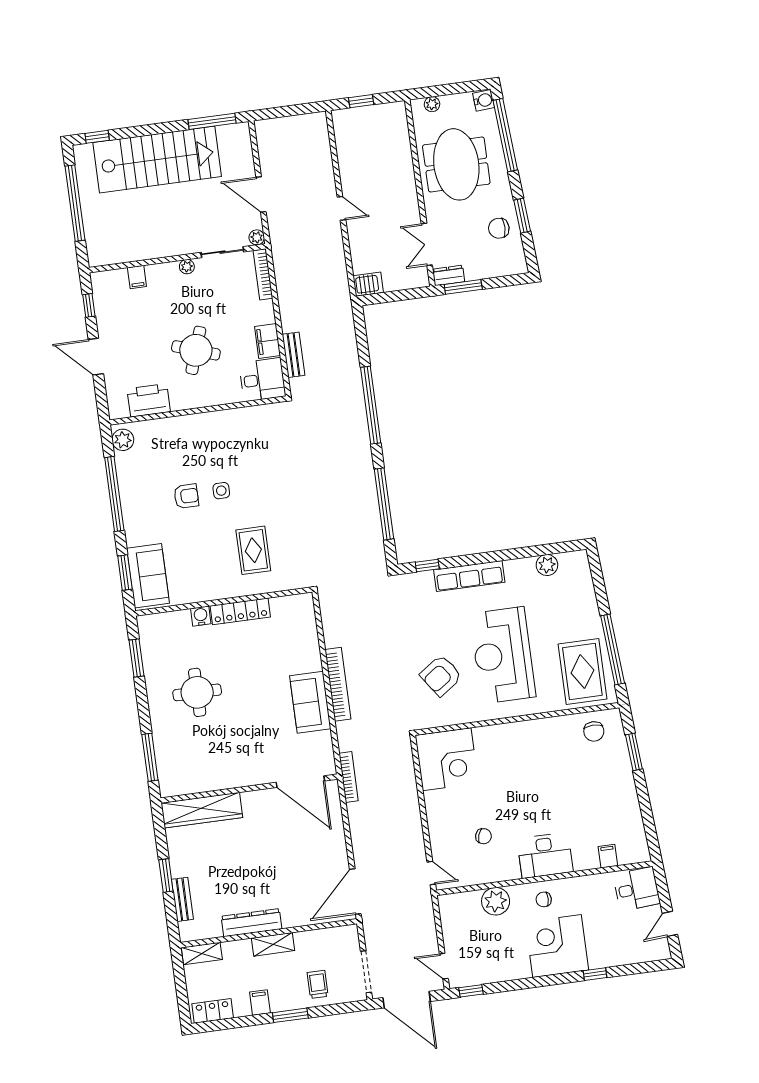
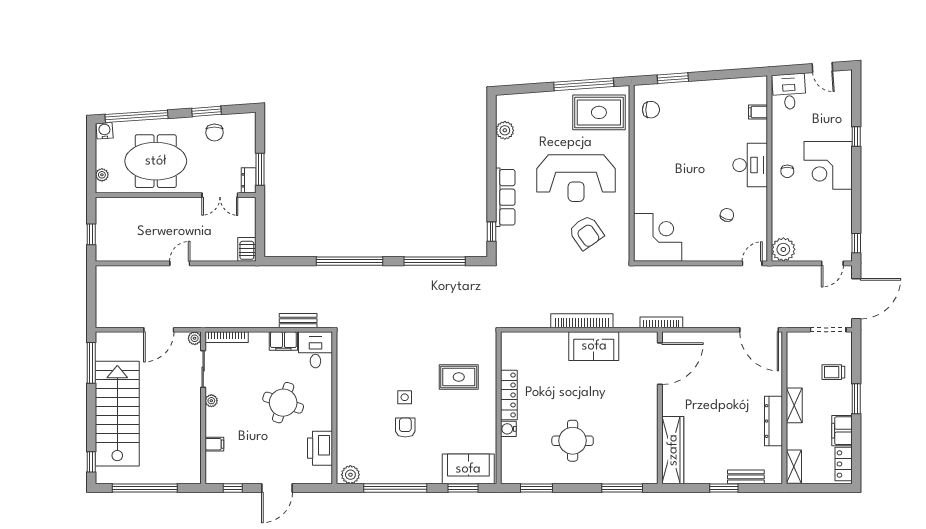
plant: (496, 901) -> (783, 249), moved
filing cabinet: (260, 1003) -> (842, 431), width x2.00

